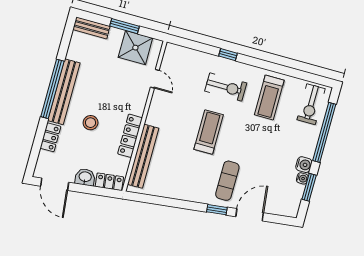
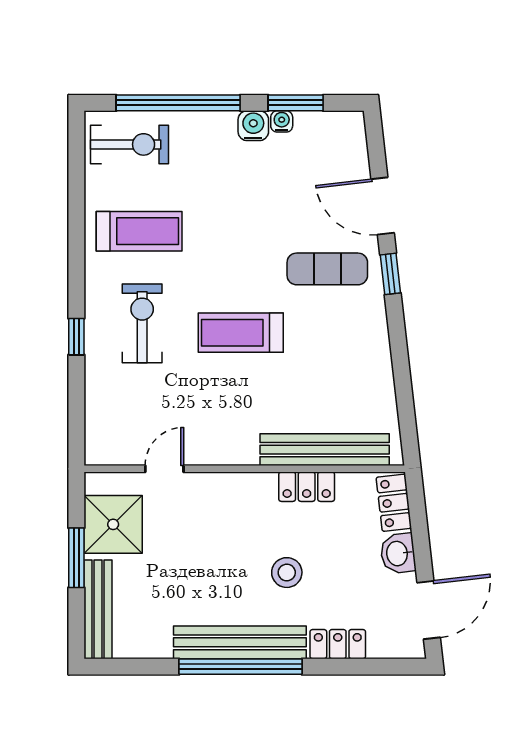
bench: (91, 28) -> (98, 609), width x1.36
locker: (130, 136) -> (307, 487), width x0.66

